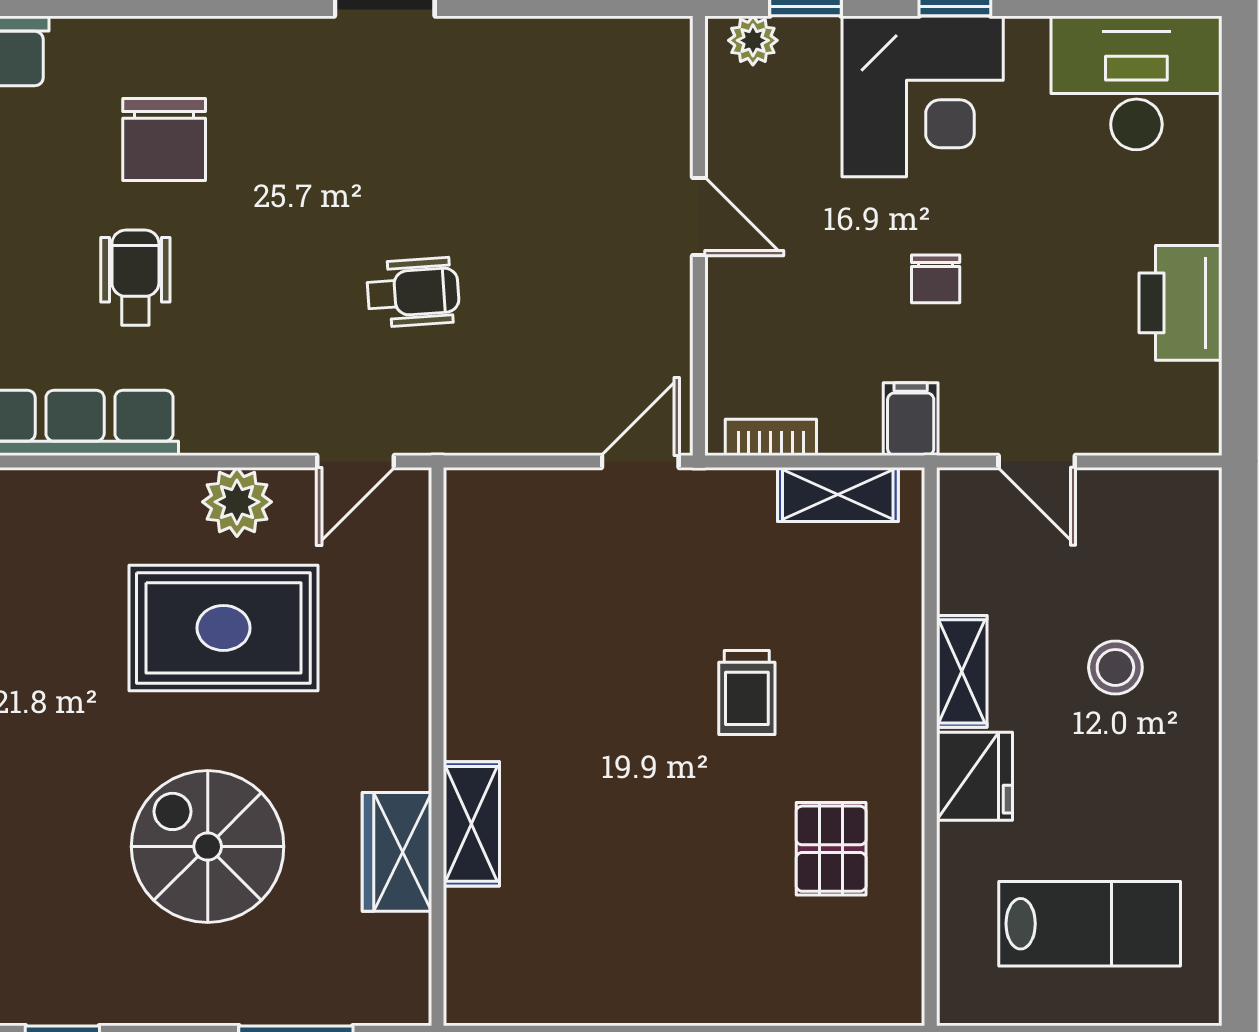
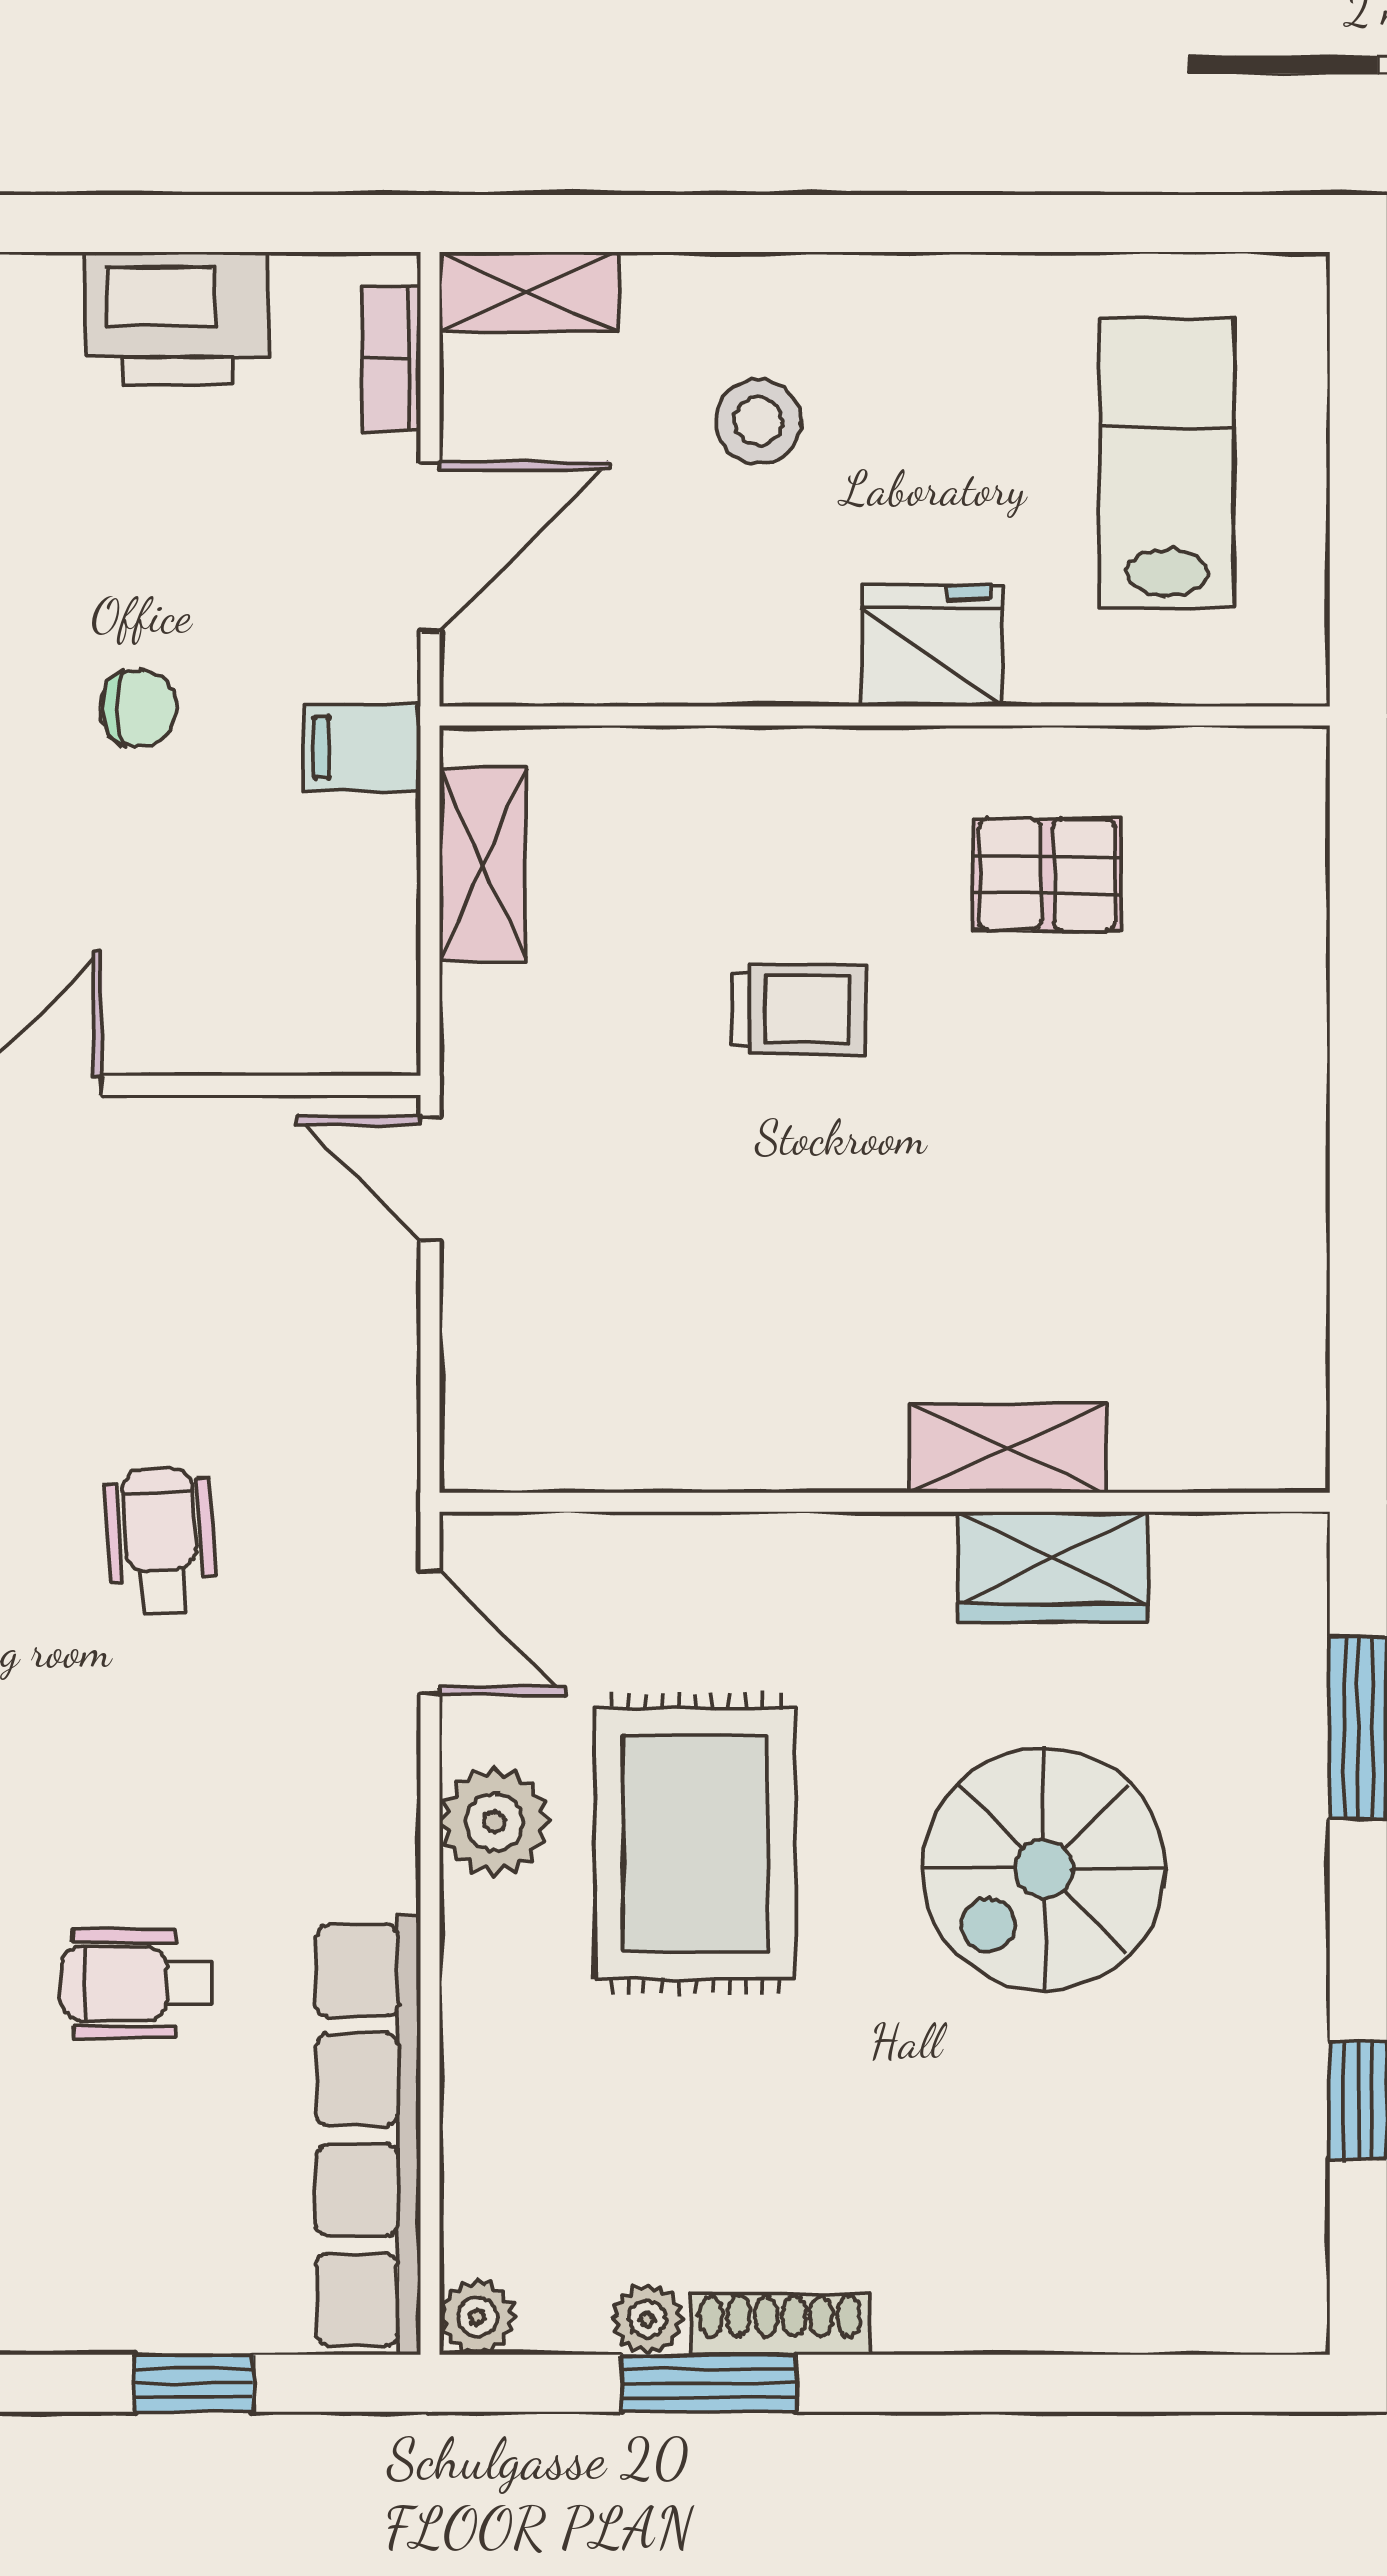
bookcase: (771, 437) -> (391, 358), moved
door: (1037, 461) -> (430, 547), width x1.38
shelving: (962, 671) -> (529, 292), moved

